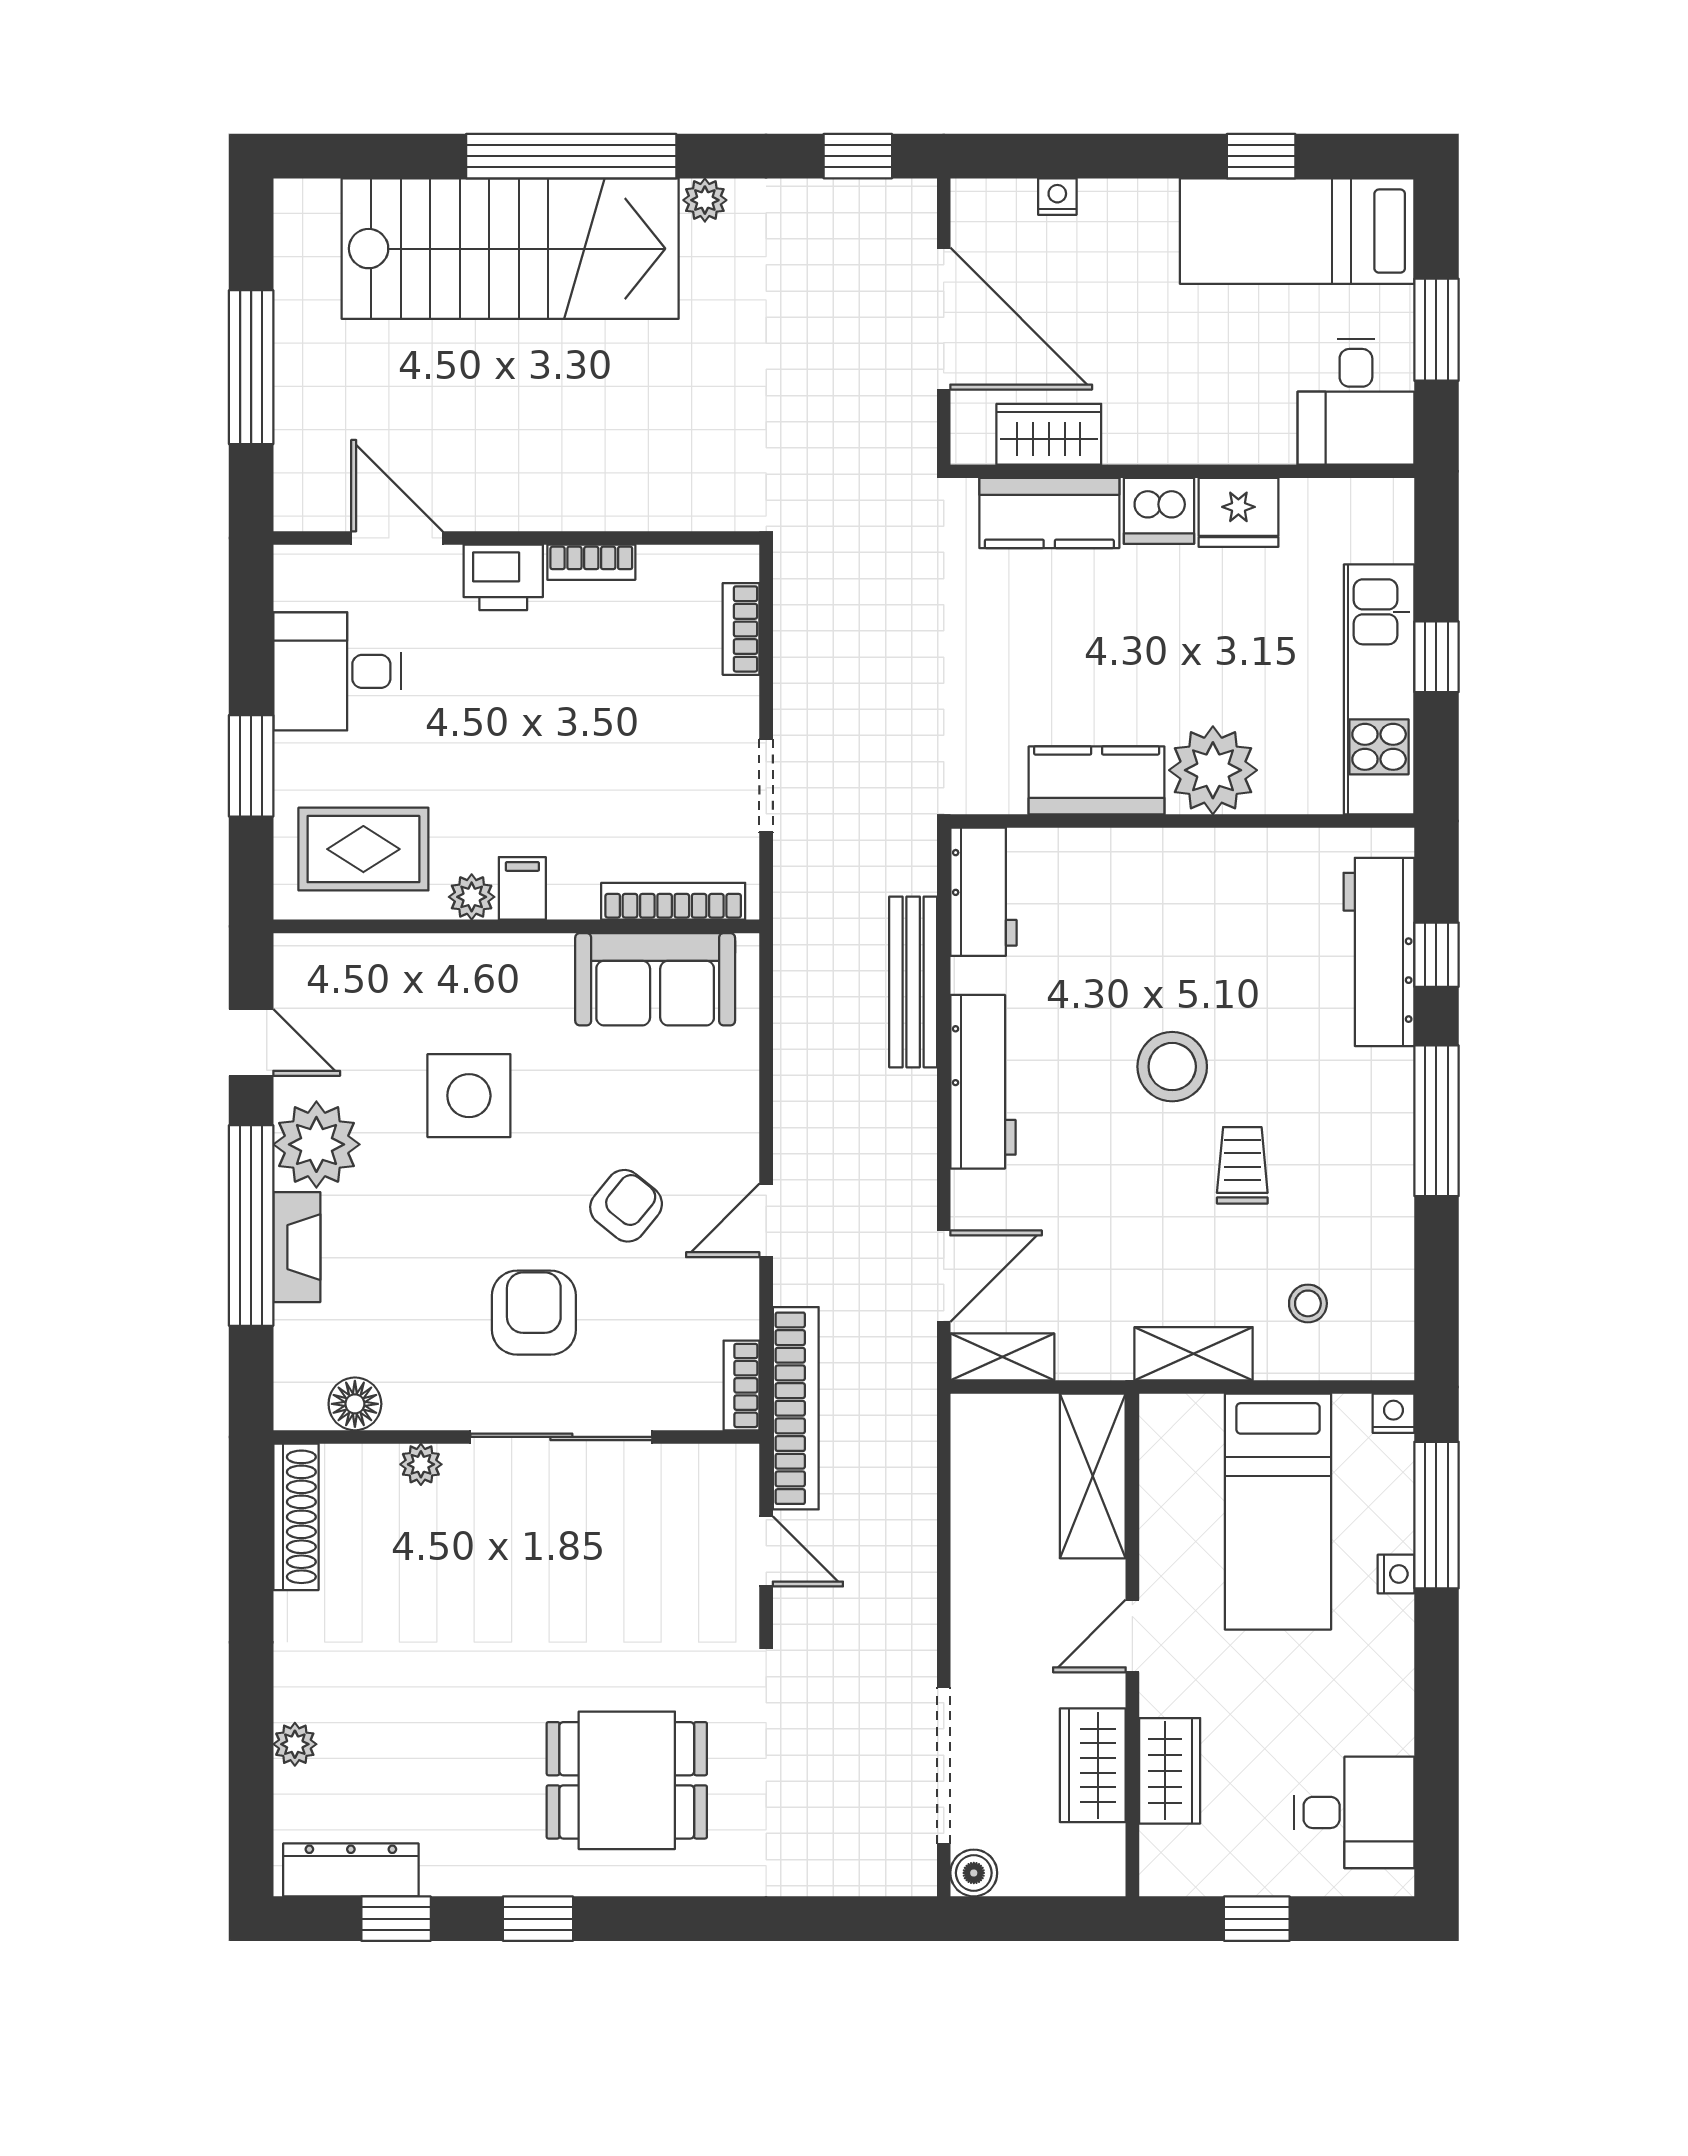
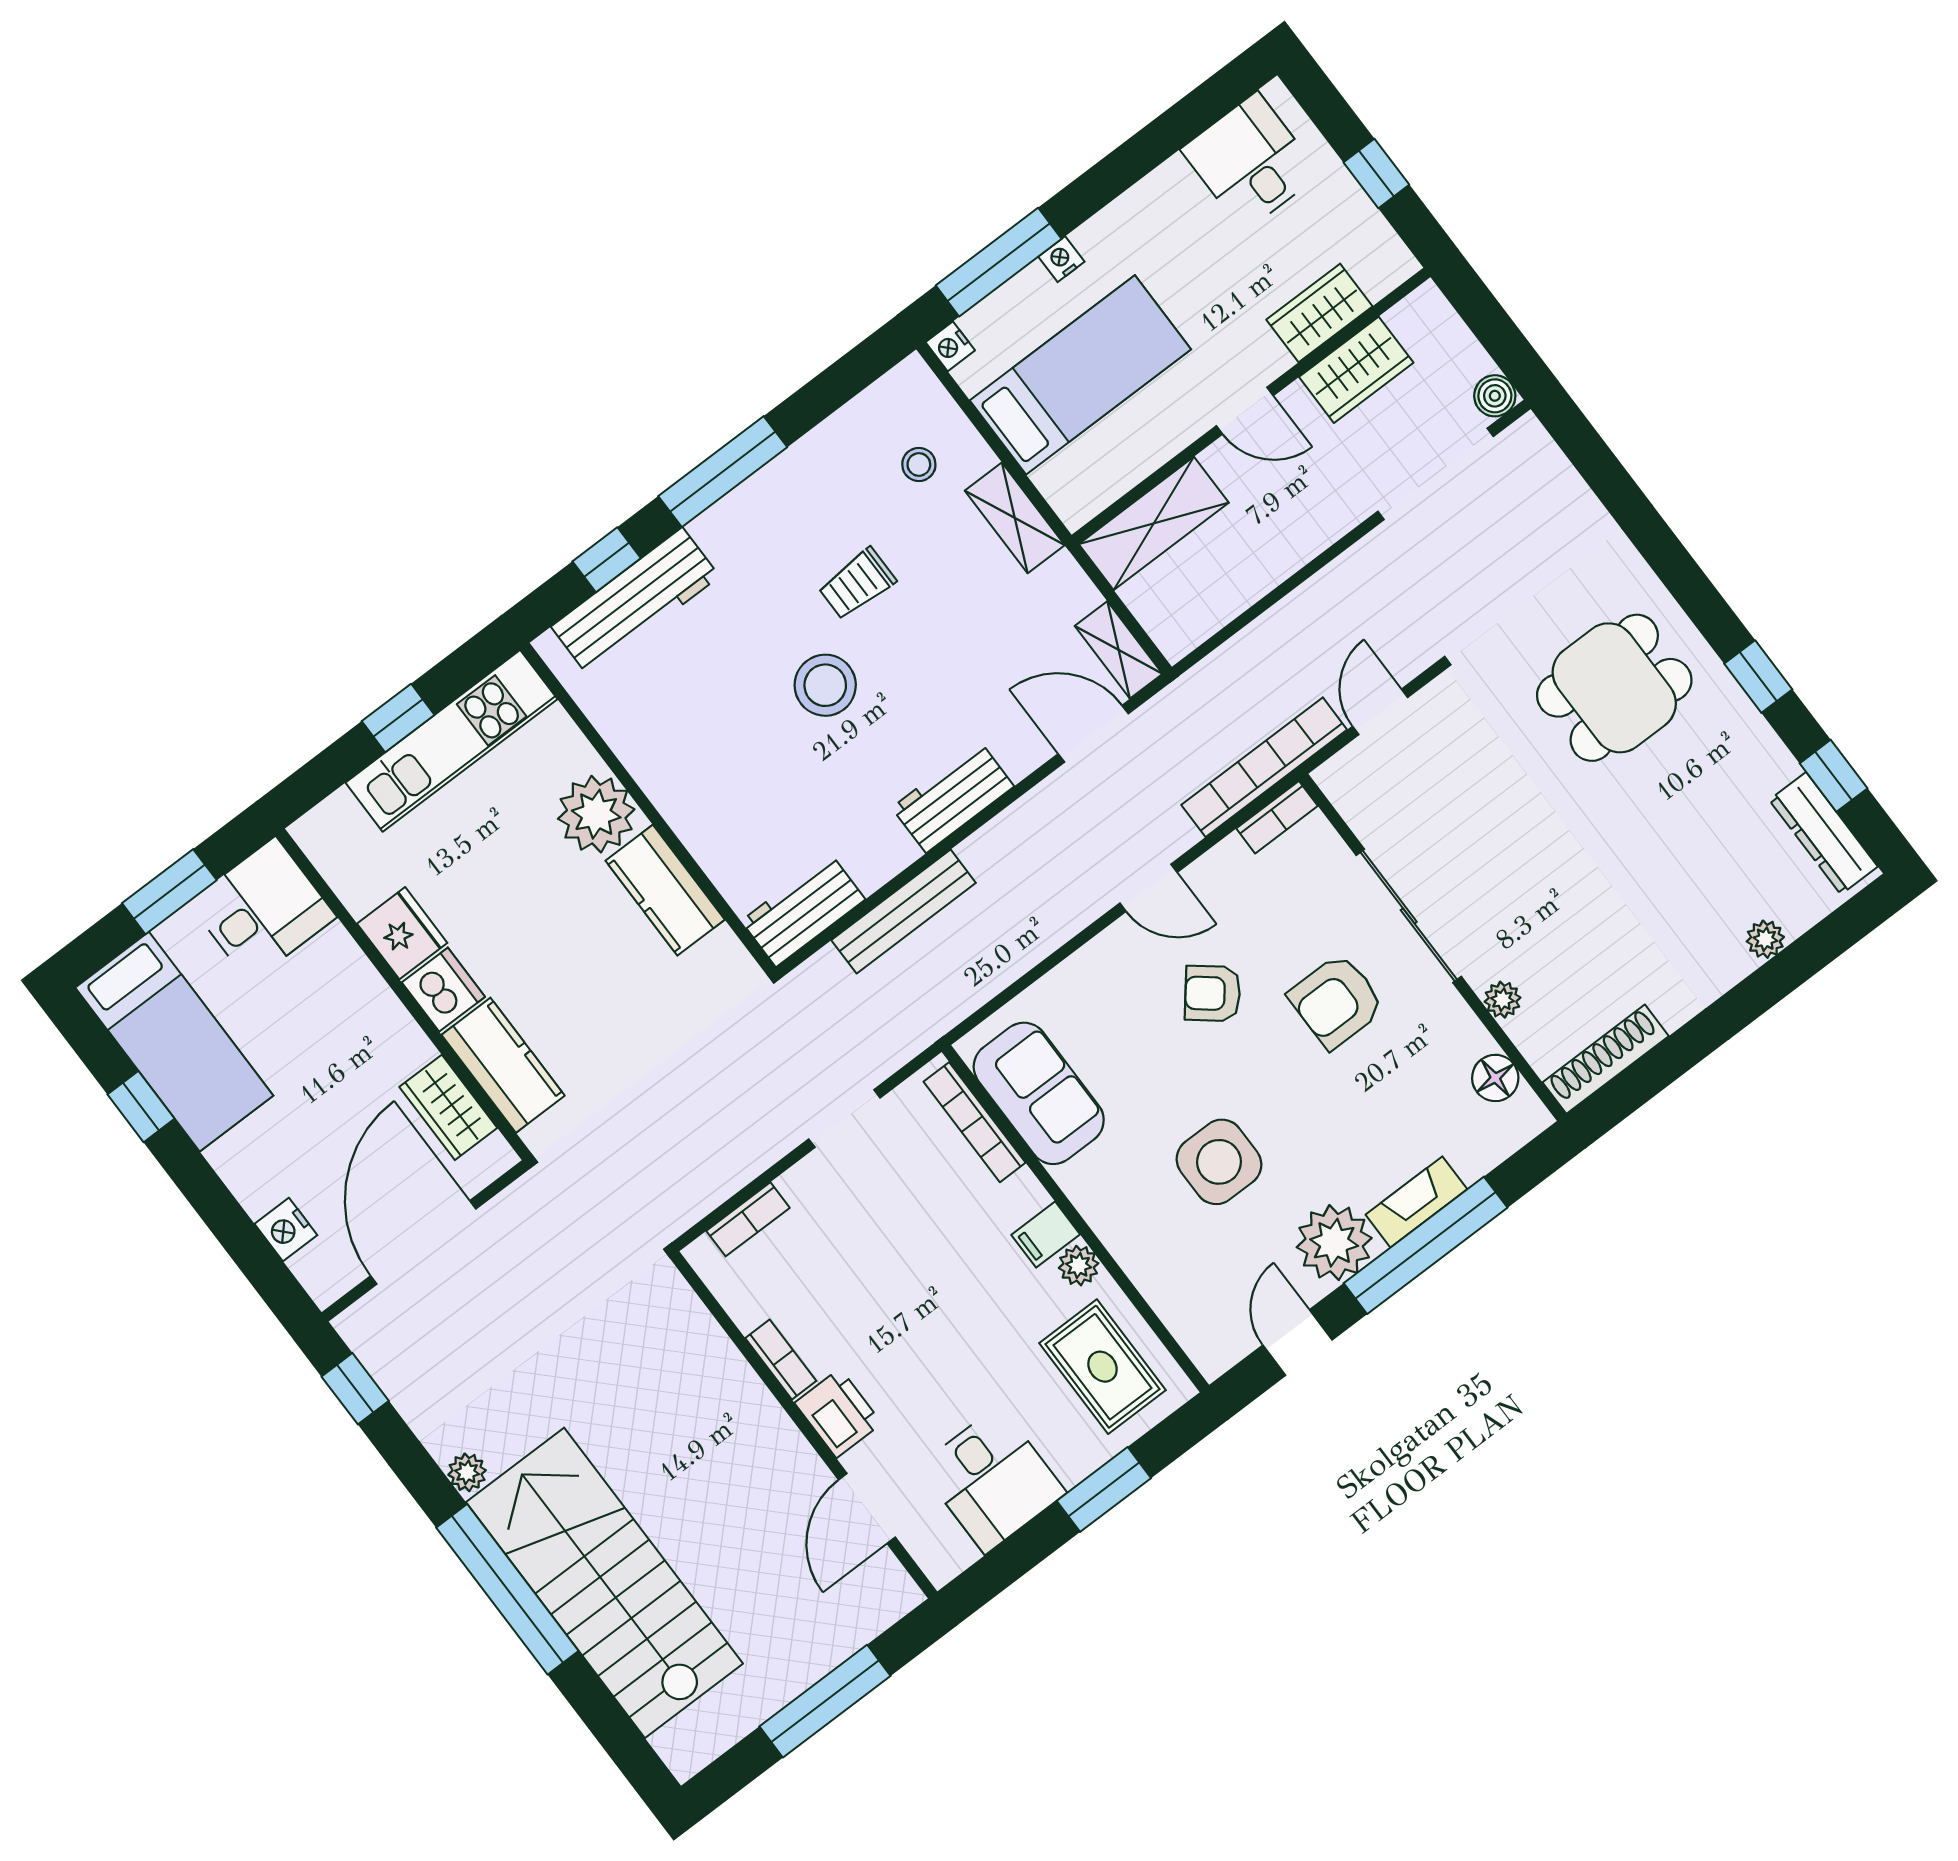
nightstand: (1057, 197) -> (286, 1230), width x1.39, depth x1.35
workbench: (983, 1082) -> (953, 797), width x0.73
dining table: (627, 1780) -> (1614, 688), turned 90

